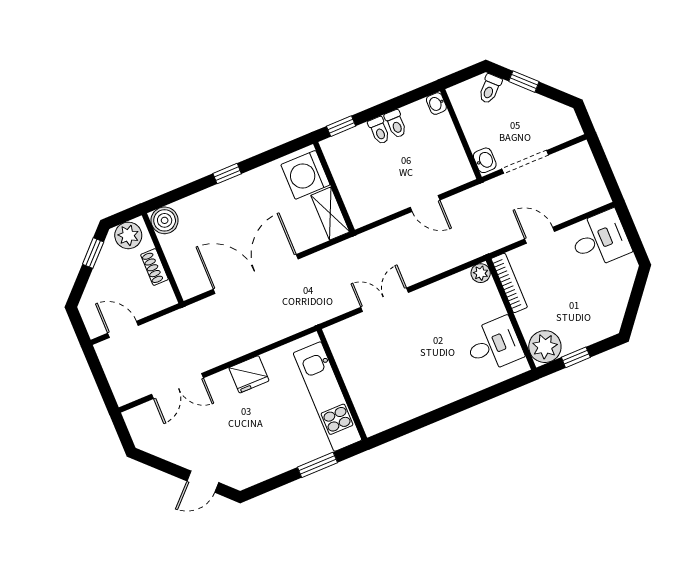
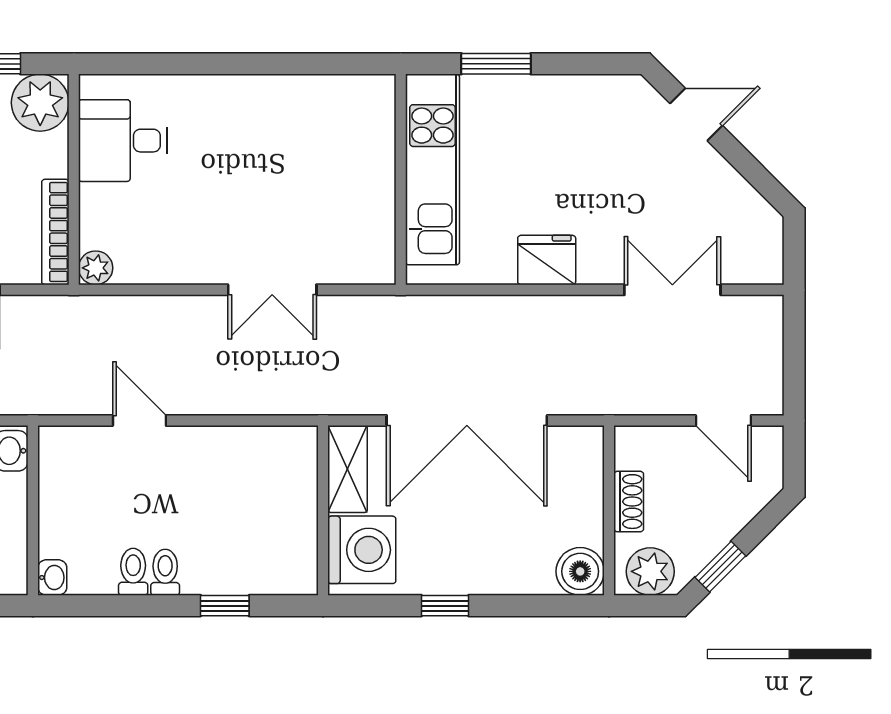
washing machine: (305, 175) -> (362, 550), moved
wall: (334, 187) -> (323, 510), moved
shelving: (330, 214) -> (348, 469), moved

